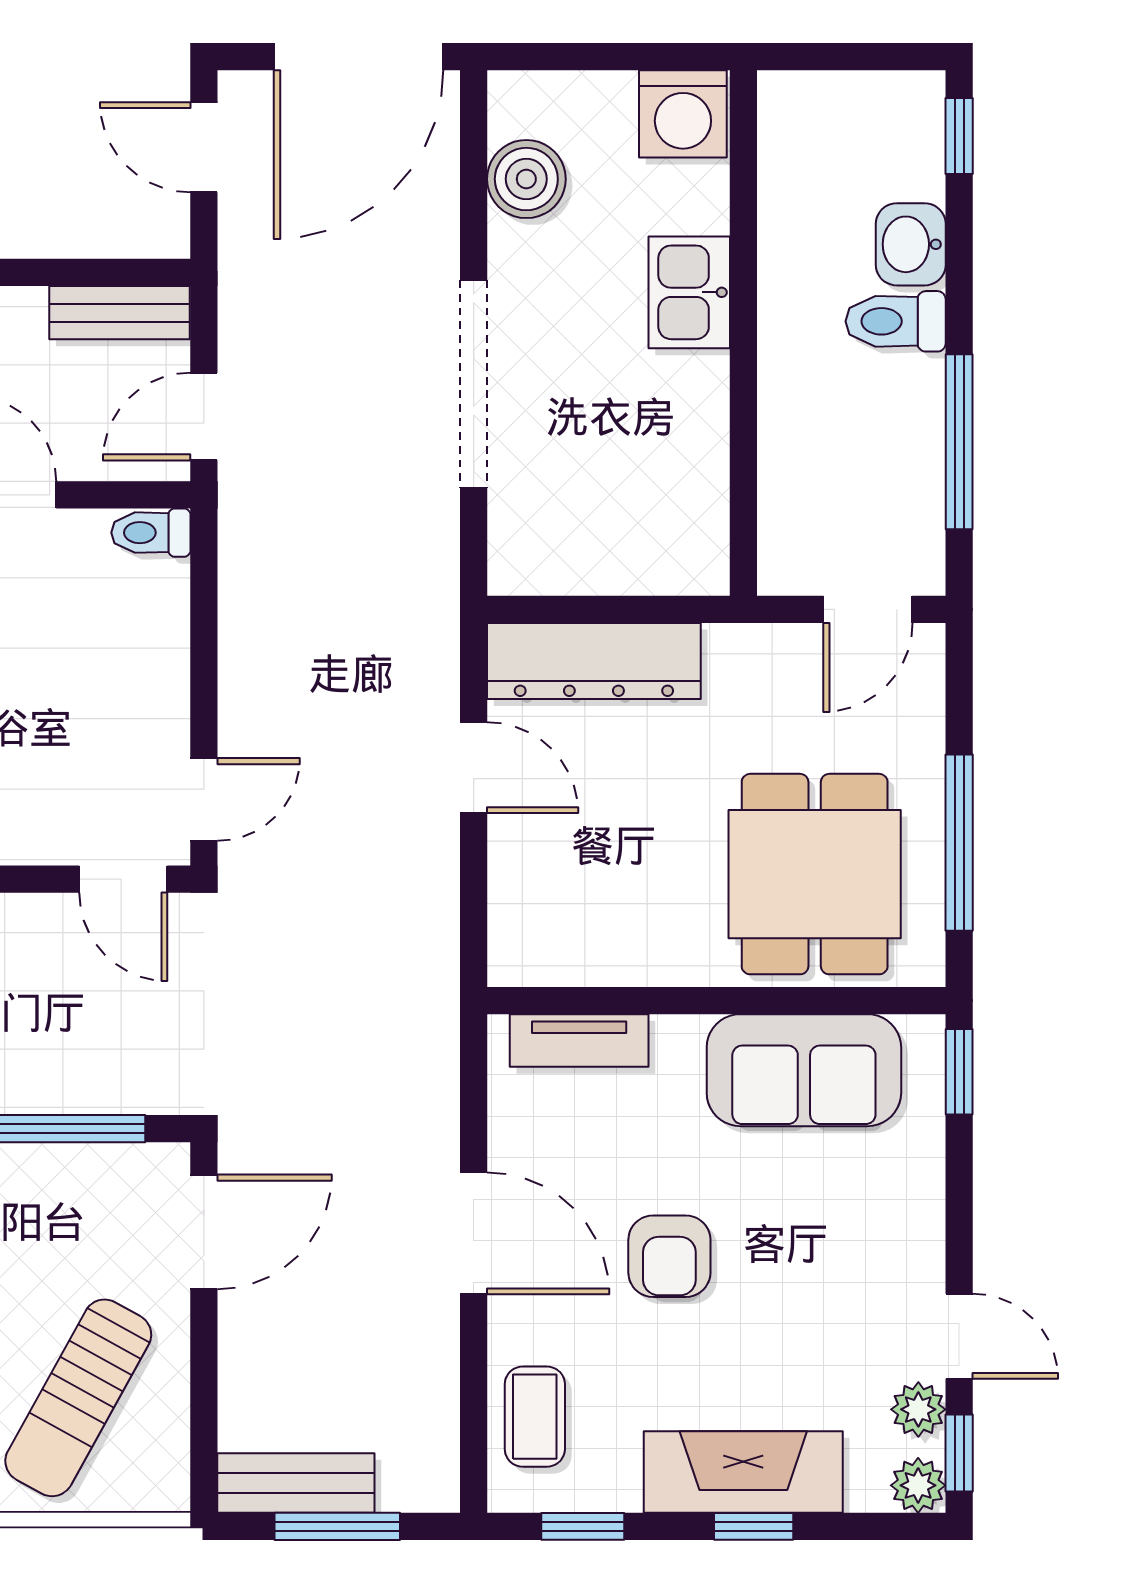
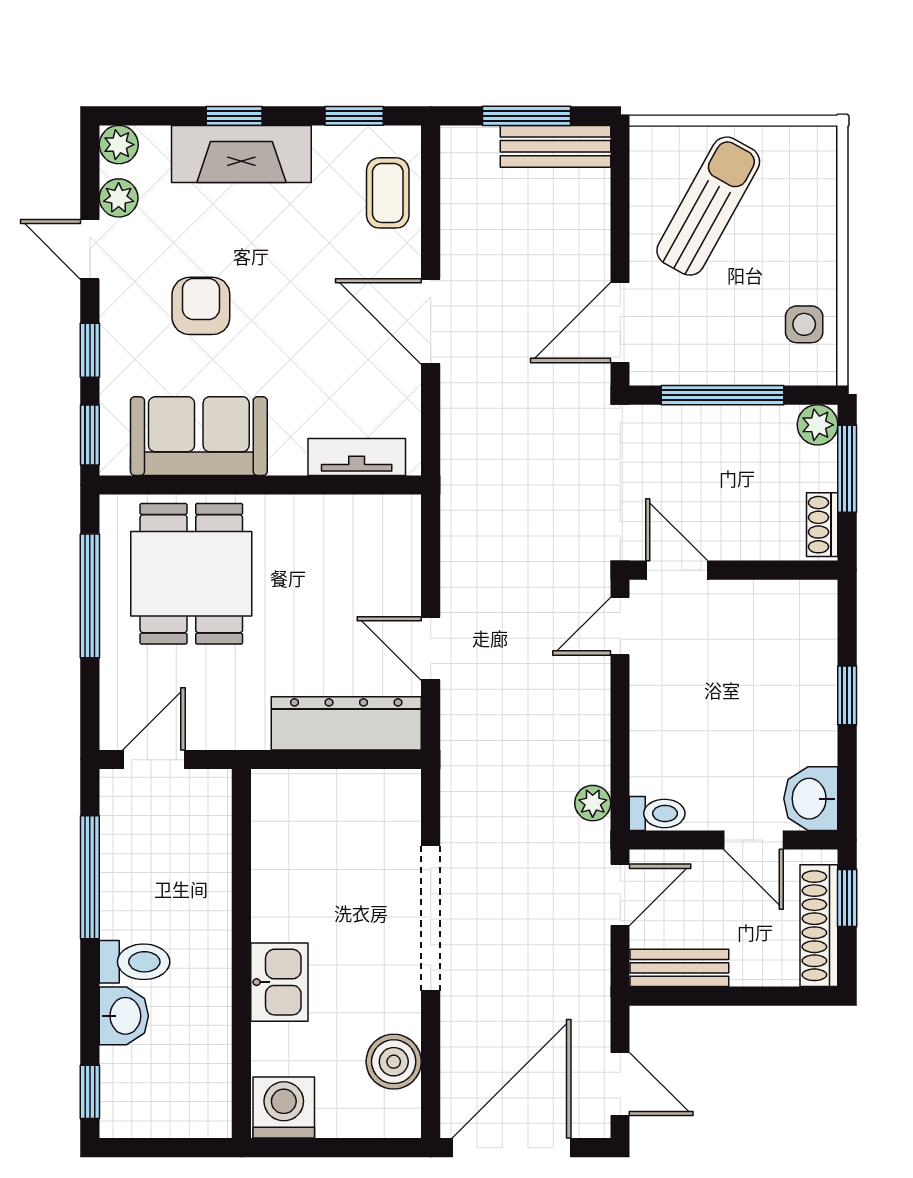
plant: (243, 547) -> (593, 803), added
armchair: (669, 1256) -> (201, 306), moved
window: (959, 1453) -> (90, 350), moved

